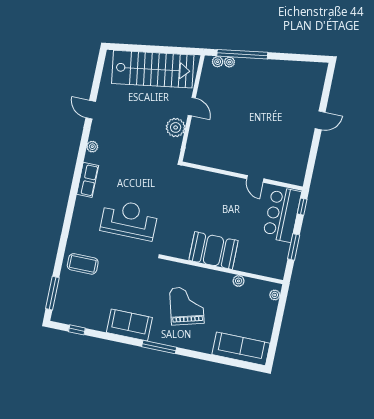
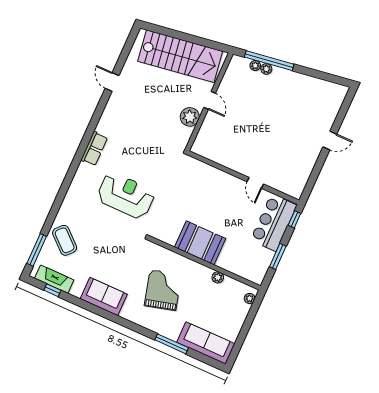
plant: (218, 62) -> (266, 69), moved
plant: (92, 147) -> (106, 118), removed
coffee table: (83, 264) -> (65, 240), moved, turned 42
fireplace: (76, 318) -> (54, 279), added
window: (159, 347) -> (172, 344), moved

